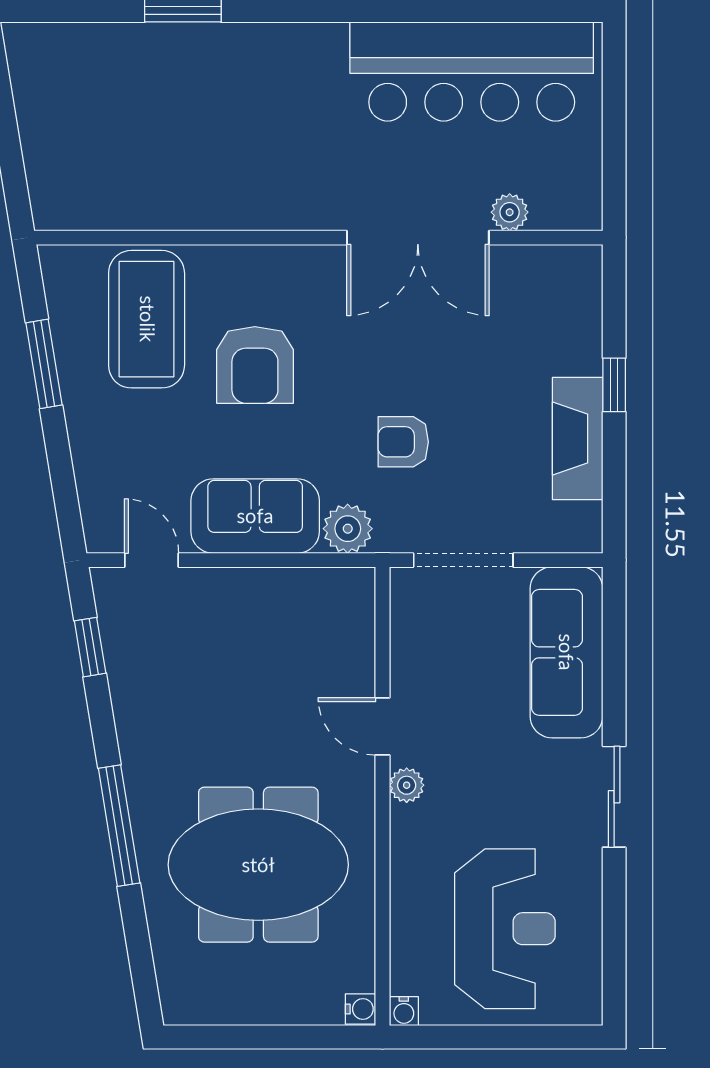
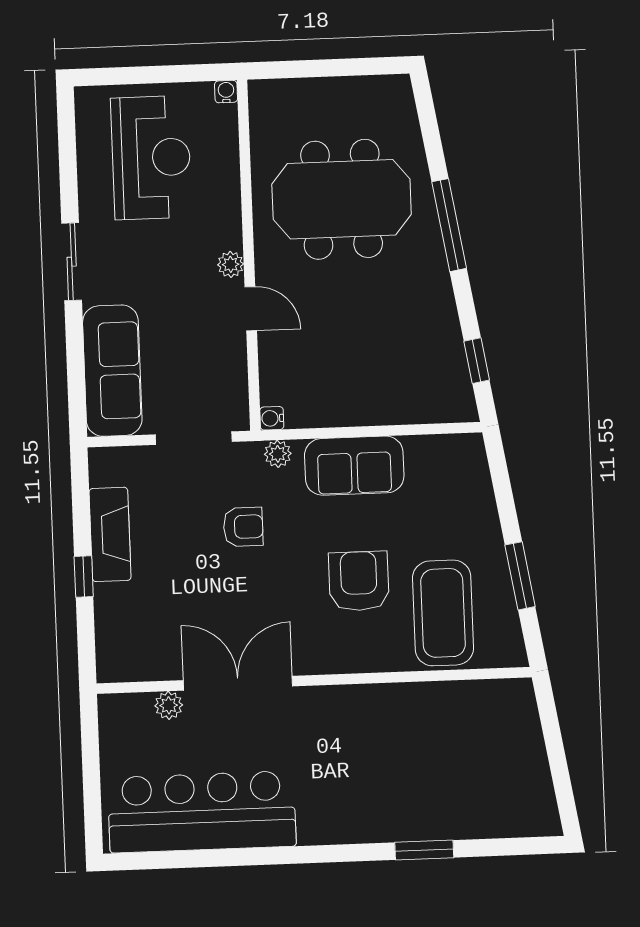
plant: (348, 529) -> (278, 454), width x0.73, depth x0.73
door: (151, 560) -> (432, 429), removed
reception desk: (505, 929) -> (151, 158), turned 180
water cooler: (360, 1009) -> (272, 418), moved

